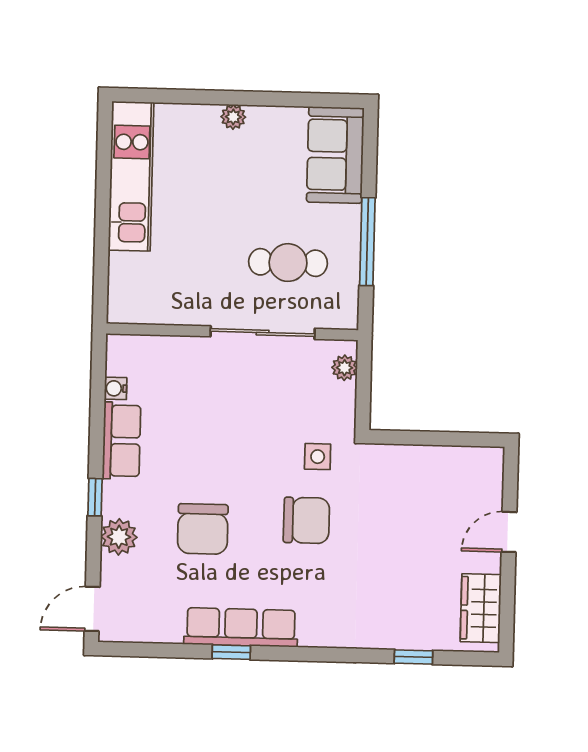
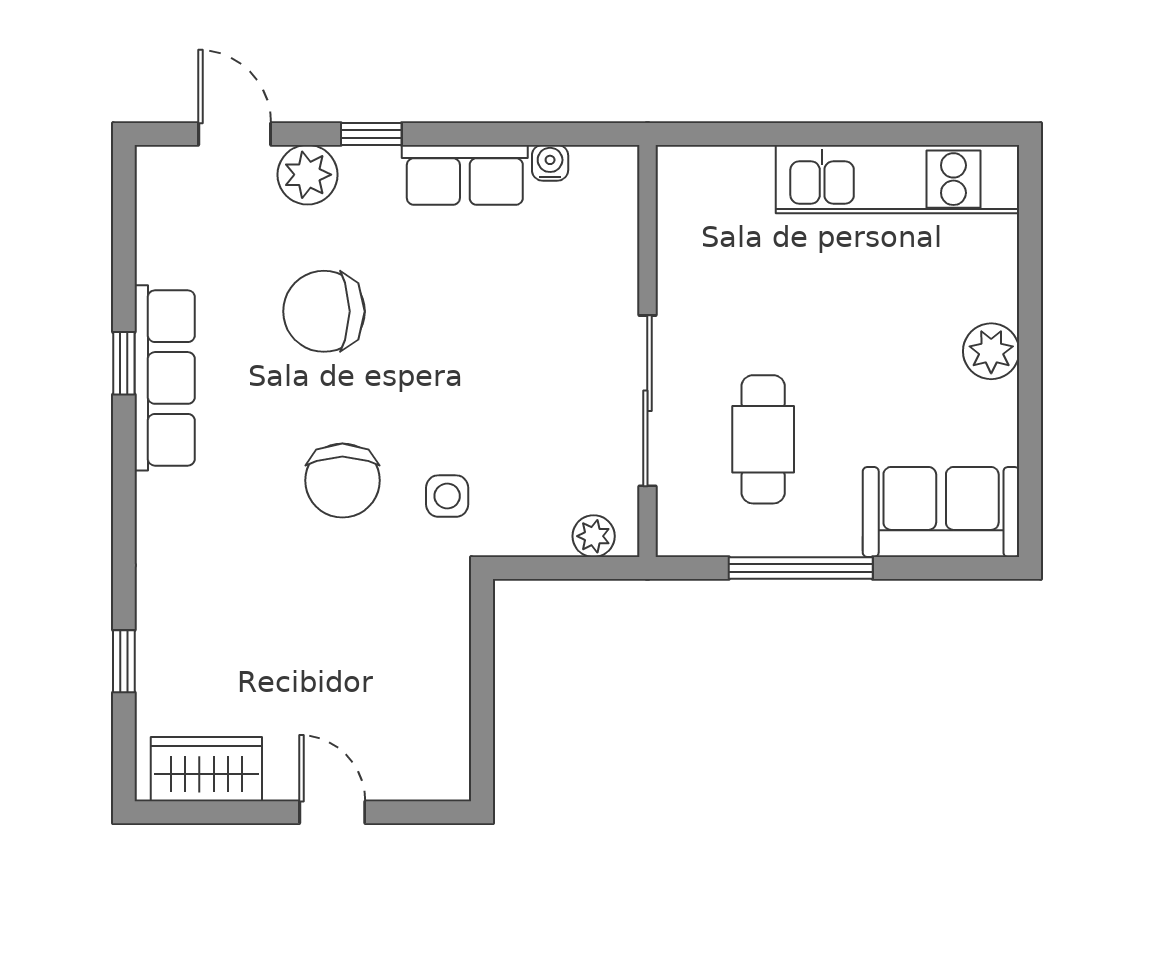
plant: (233, 117) -> (991, 351), width x1.38, depth x1.38
door: (92, 609) -> (235, 134), moved

